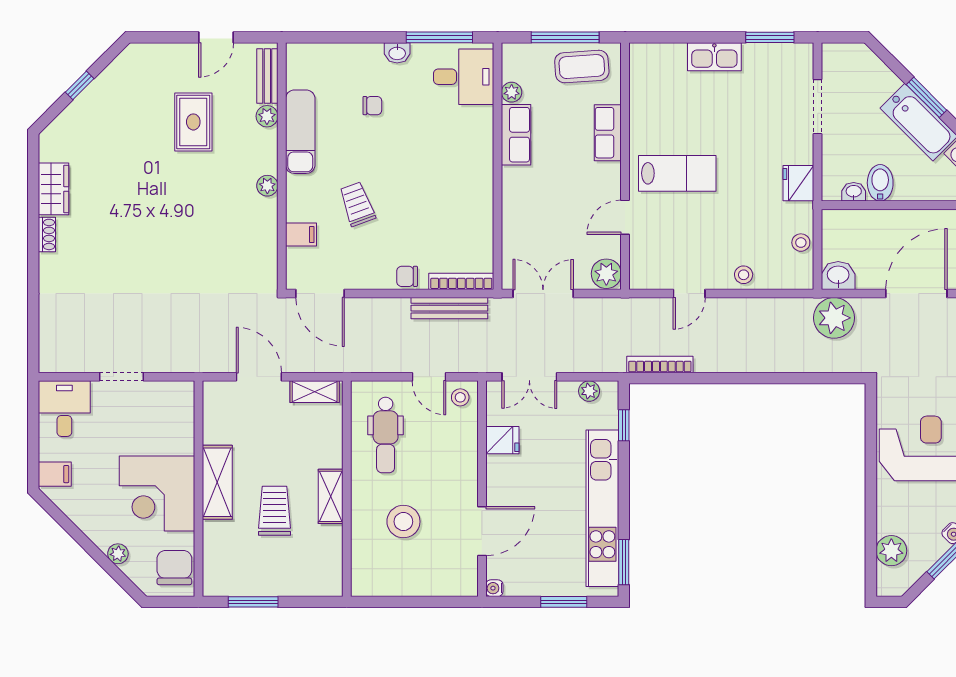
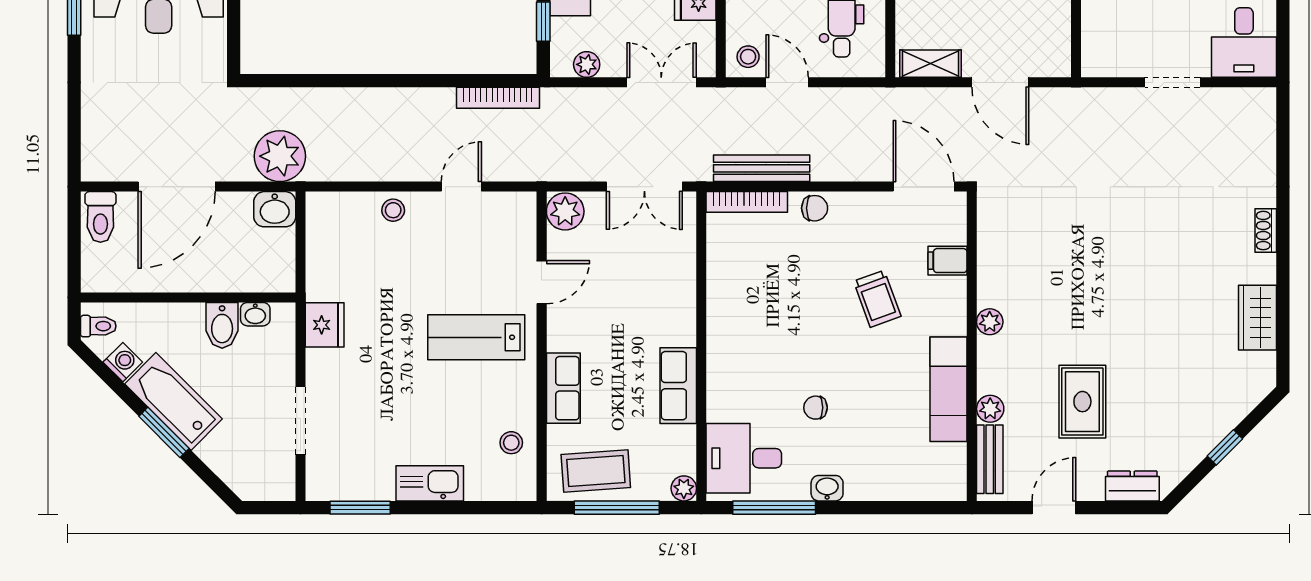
dresser: (153, 55) -> (1132, 486), added
plant: (512, 92) -> (684, 488), moved
chair: (372, 106) -> (816, 408), moved
shoe rack: (47, 234) -> (1266, 230), moved
stool: (801, 243) -> (511, 443), moved

